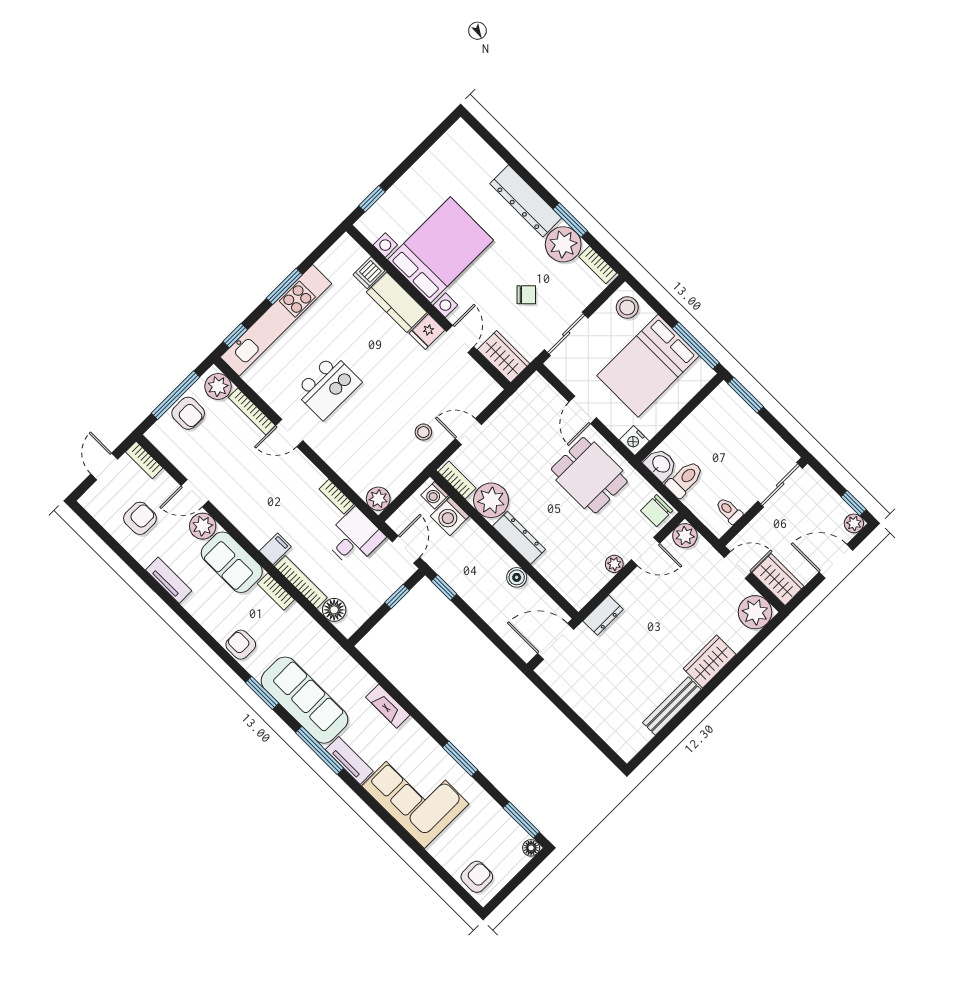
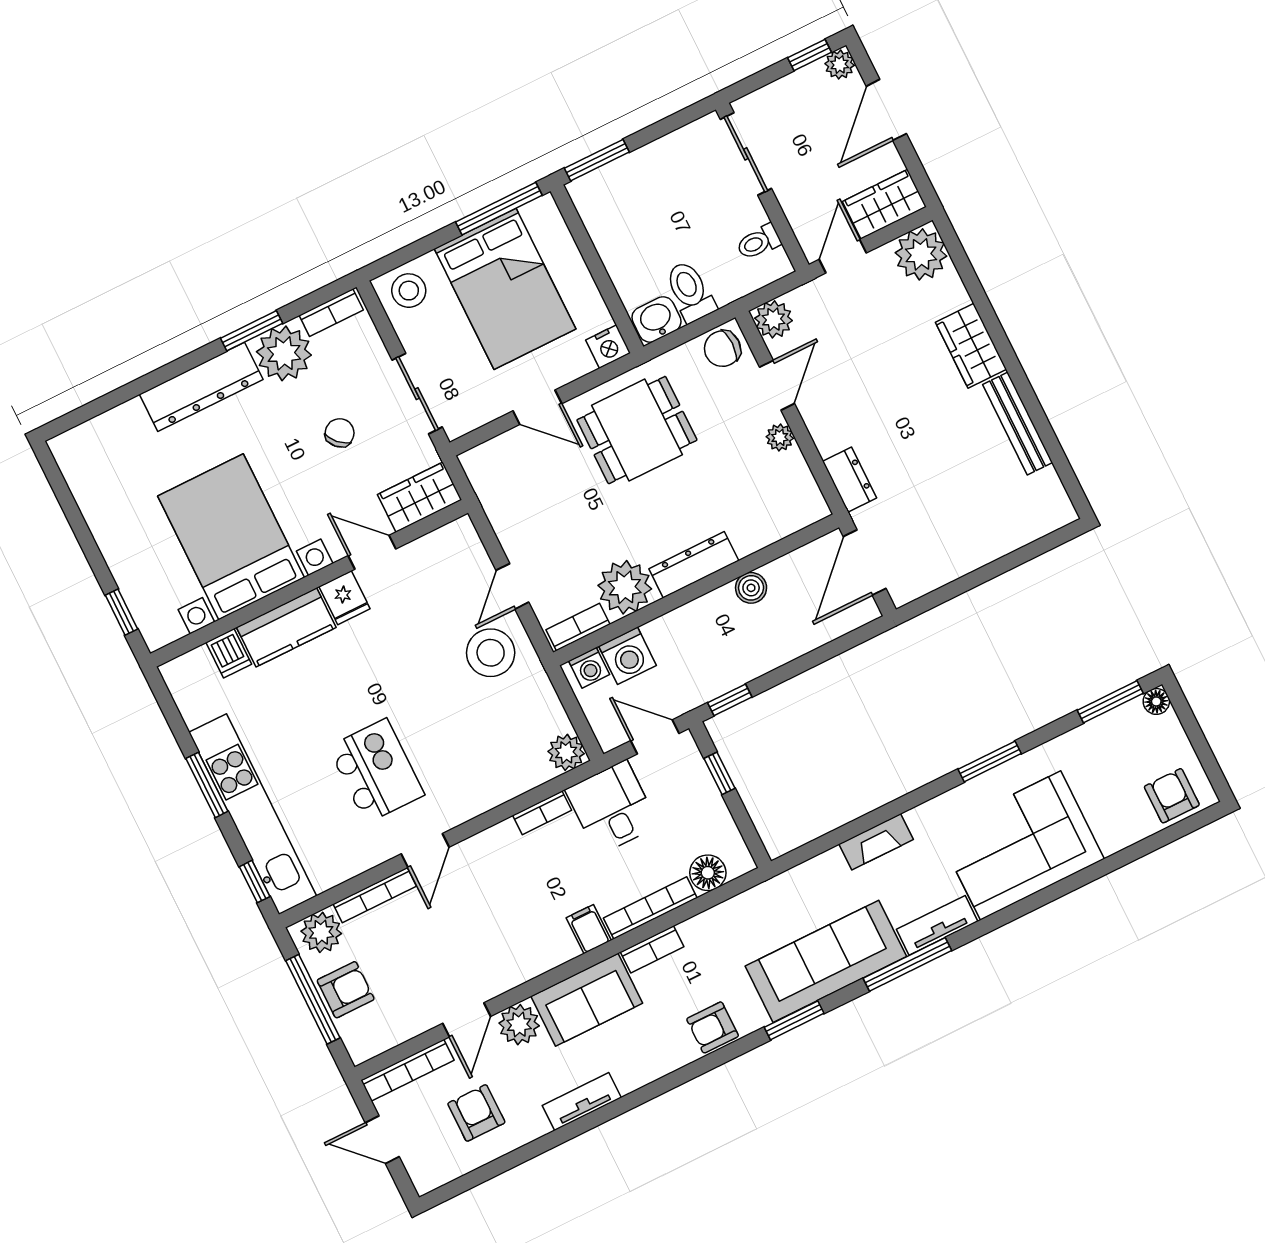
stool: (423, 432) -> (491, 653), width x1.89, depth x1.89
bookcase: (144, 460) -> (407, 1070), width x1.56
chair: (657, 511) -> (722, 349), turned 90

